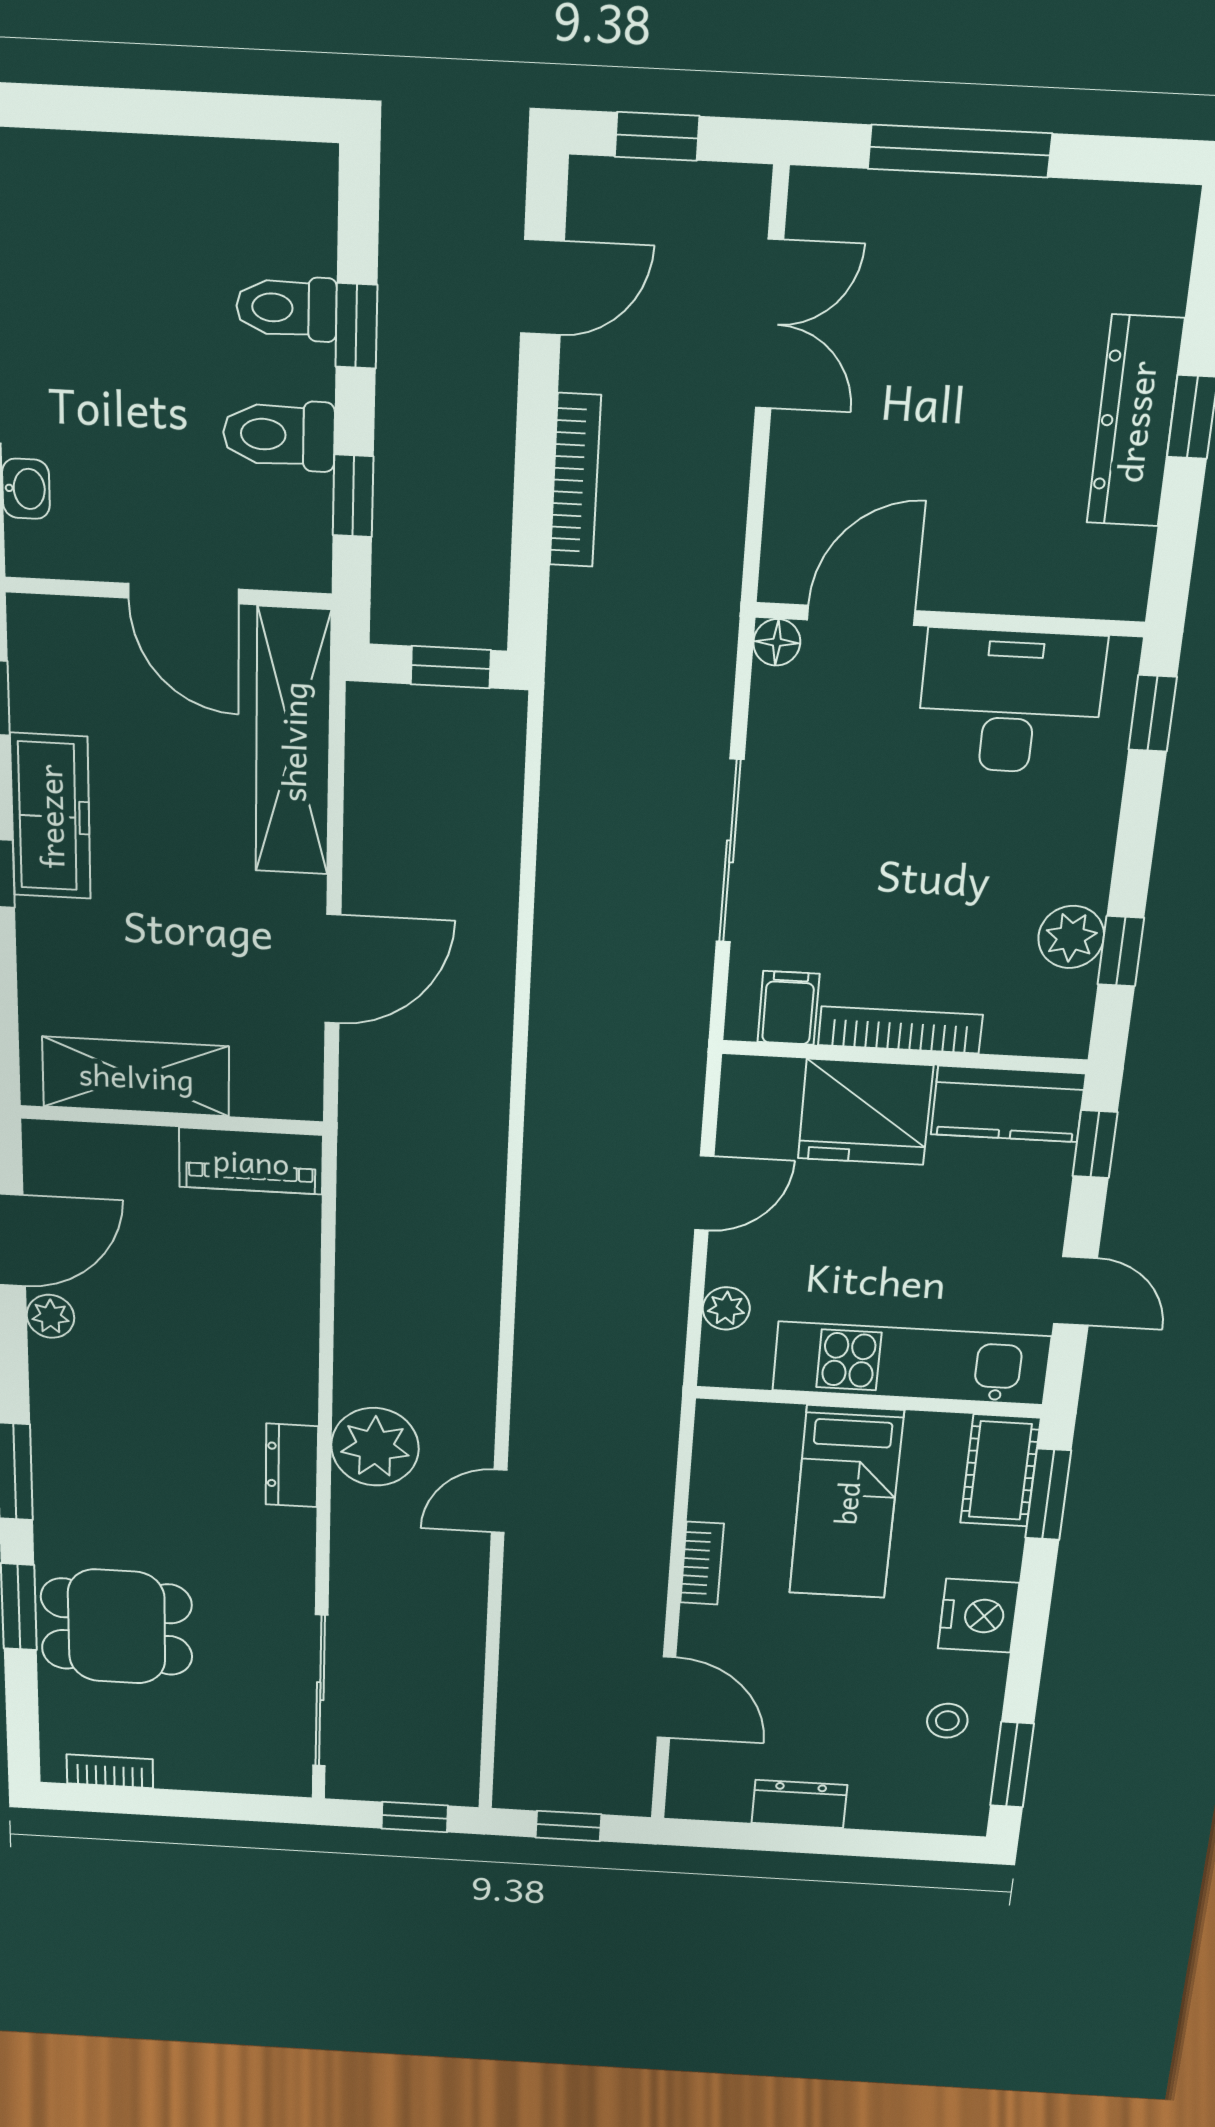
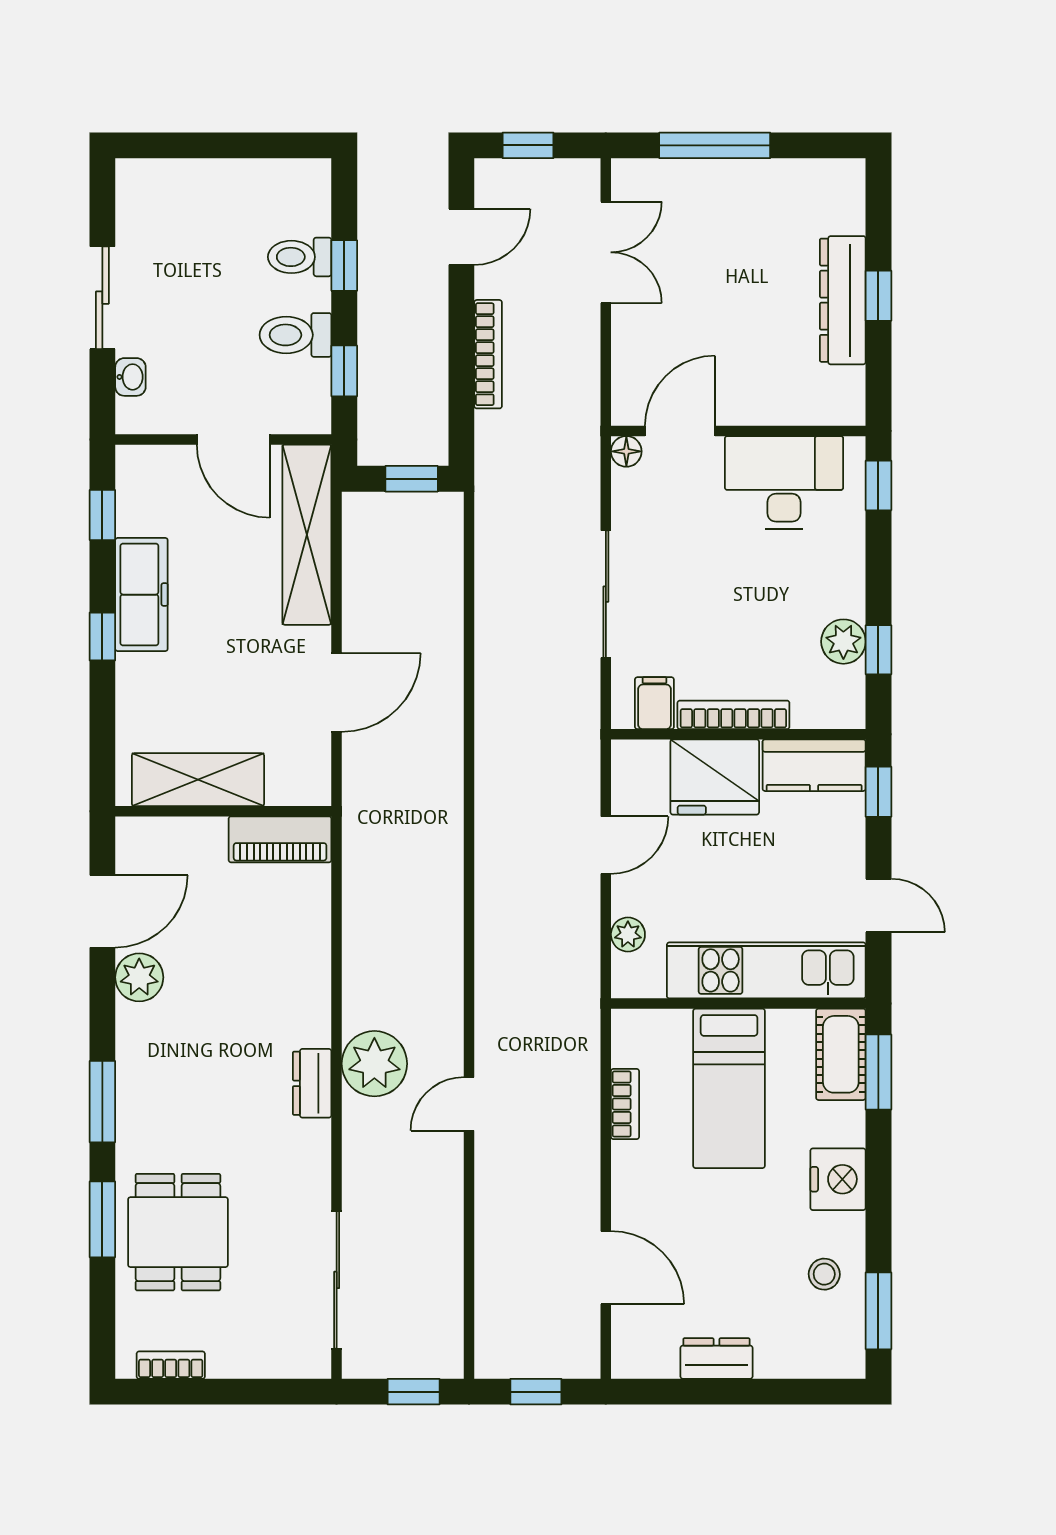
plant: (50, 1316) -> (139, 977), width x1.38, depth x1.38
bookcase: (702, 1563) -> (625, 1104), moved
dining table: (117, 1627) -> (178, 1232), turned 90

